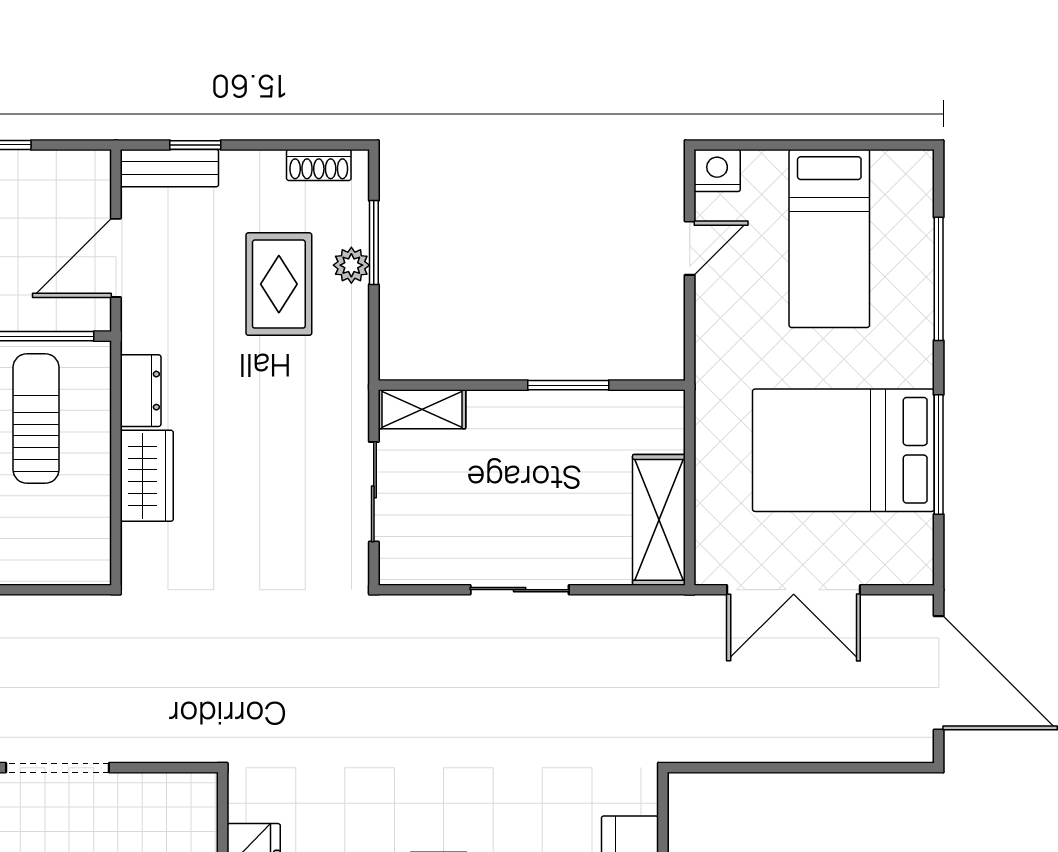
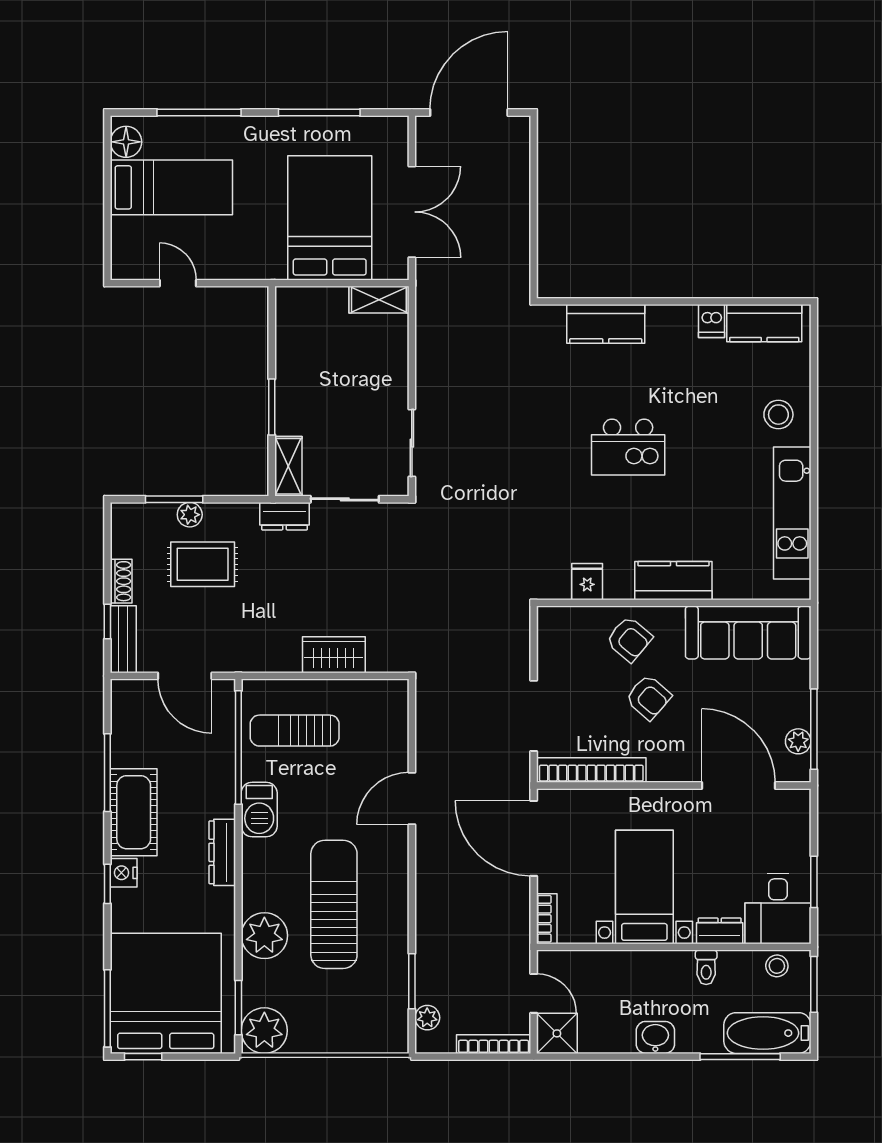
shoe rack: (319, 165) -> (121, 581), moved
nightstand: (717, 171) -> (125, 264), removed
floor lamp: (896, 172) -> (126, 142), added
window: (568, 385) -> (272, 407), moved
dresser: (141, 391) -> (285, 516), moved, turned 180
bed: (843, 450) -> (330, 218), moved, turned 180
shelving: (659, 520) -> (379, 300), width x0.67, depth x0.75
sliding door: (520, 590) -> (412, 443), moved

